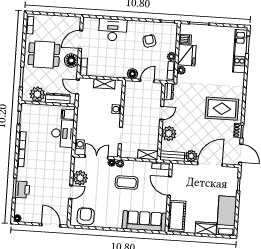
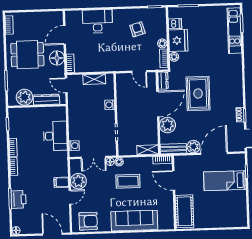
floor lamp: (132, 74) -> (123, 66), removed
door: (147, 81) -> (139, 72), swing flipped
rug: (222, 109) -> (198, 94), moved, turned 90
door: (162, 113) -> (158, 104), width x1.87
filing cabinet: (68, 114) -> (61, 182), moved
double door: (96, 157) -> (93, 157), swing flipped
armchair: (86, 216) -> (88, 221), turned 90
bed: (227, 216) -> (225, 181), moved, turned -90
sofa: (144, 221) -> (134, 221), moved
wardrobe: (206, 228) -> (216, 221), removed

